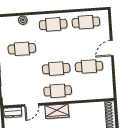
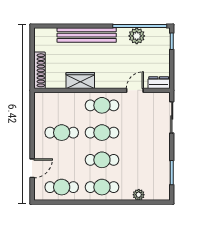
door: (112, 48) -> (32, 168), moved
cafe table: (22, 49) -> (102, 160), moved
wardrobe: (57, 111) -> (80, 80), moved

